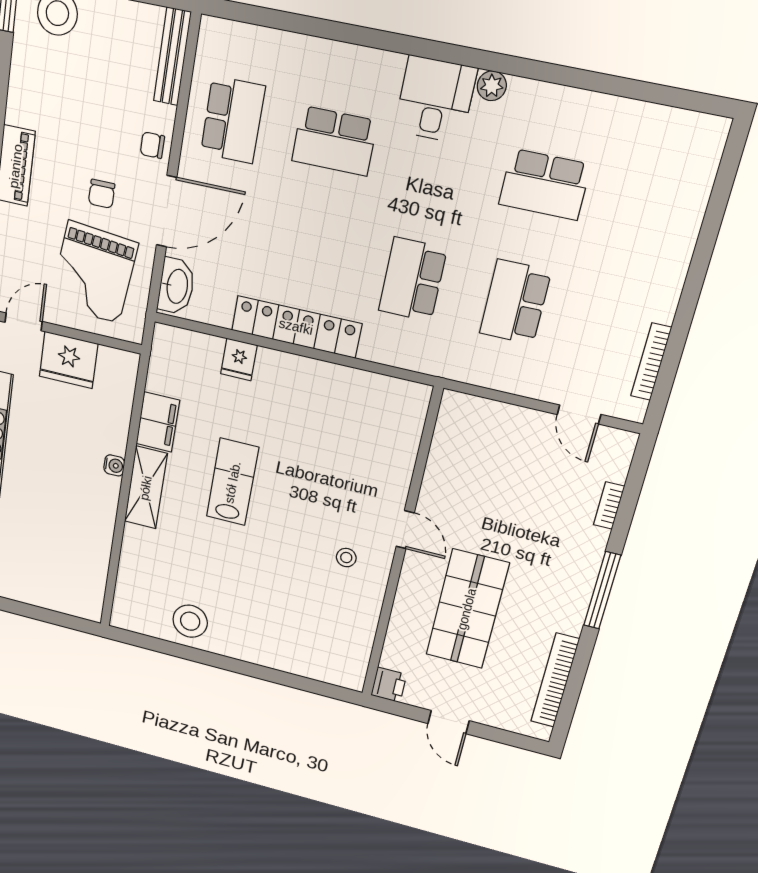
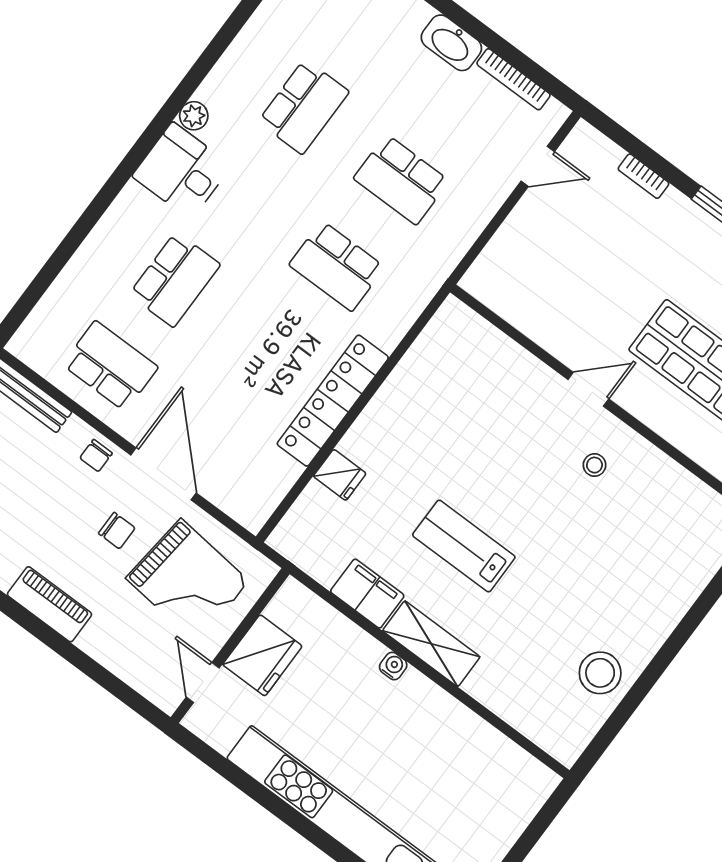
washbasin: (176, 286) -> (451, 43), moved, turned 180

